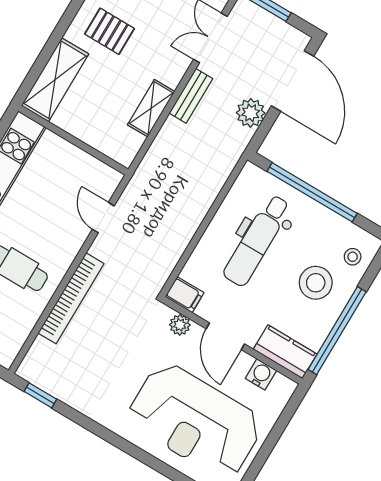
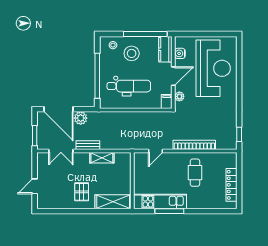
door: (292, 81) -> (59, 109), swing flipped

